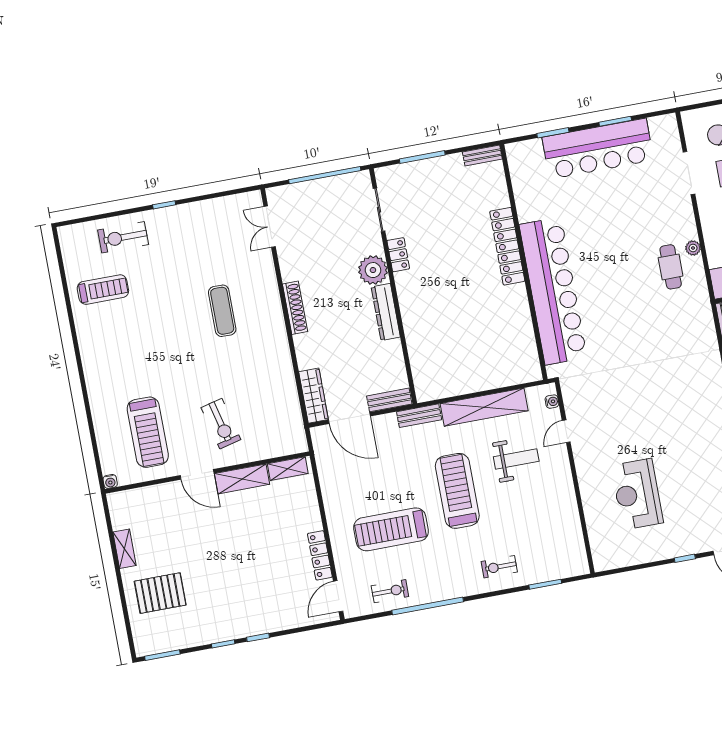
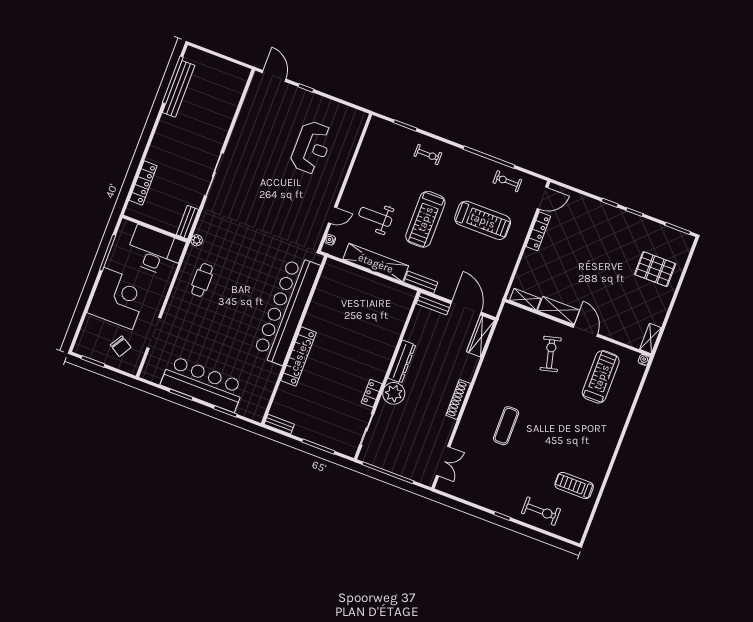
plant: (693, 248) -> (197, 240), moved
shelving: (125, 549) -> (650, 338), moved

